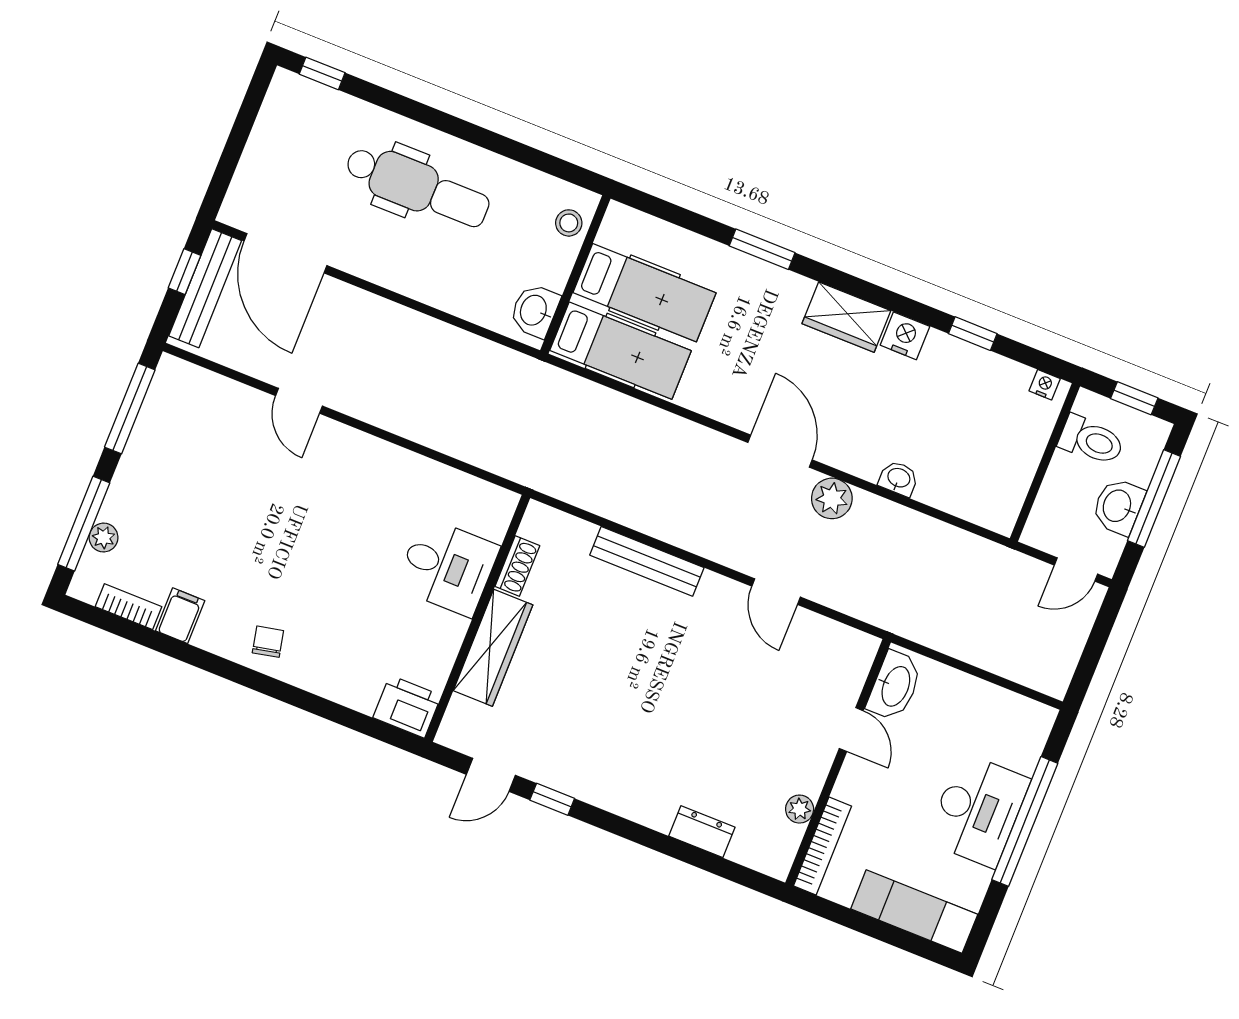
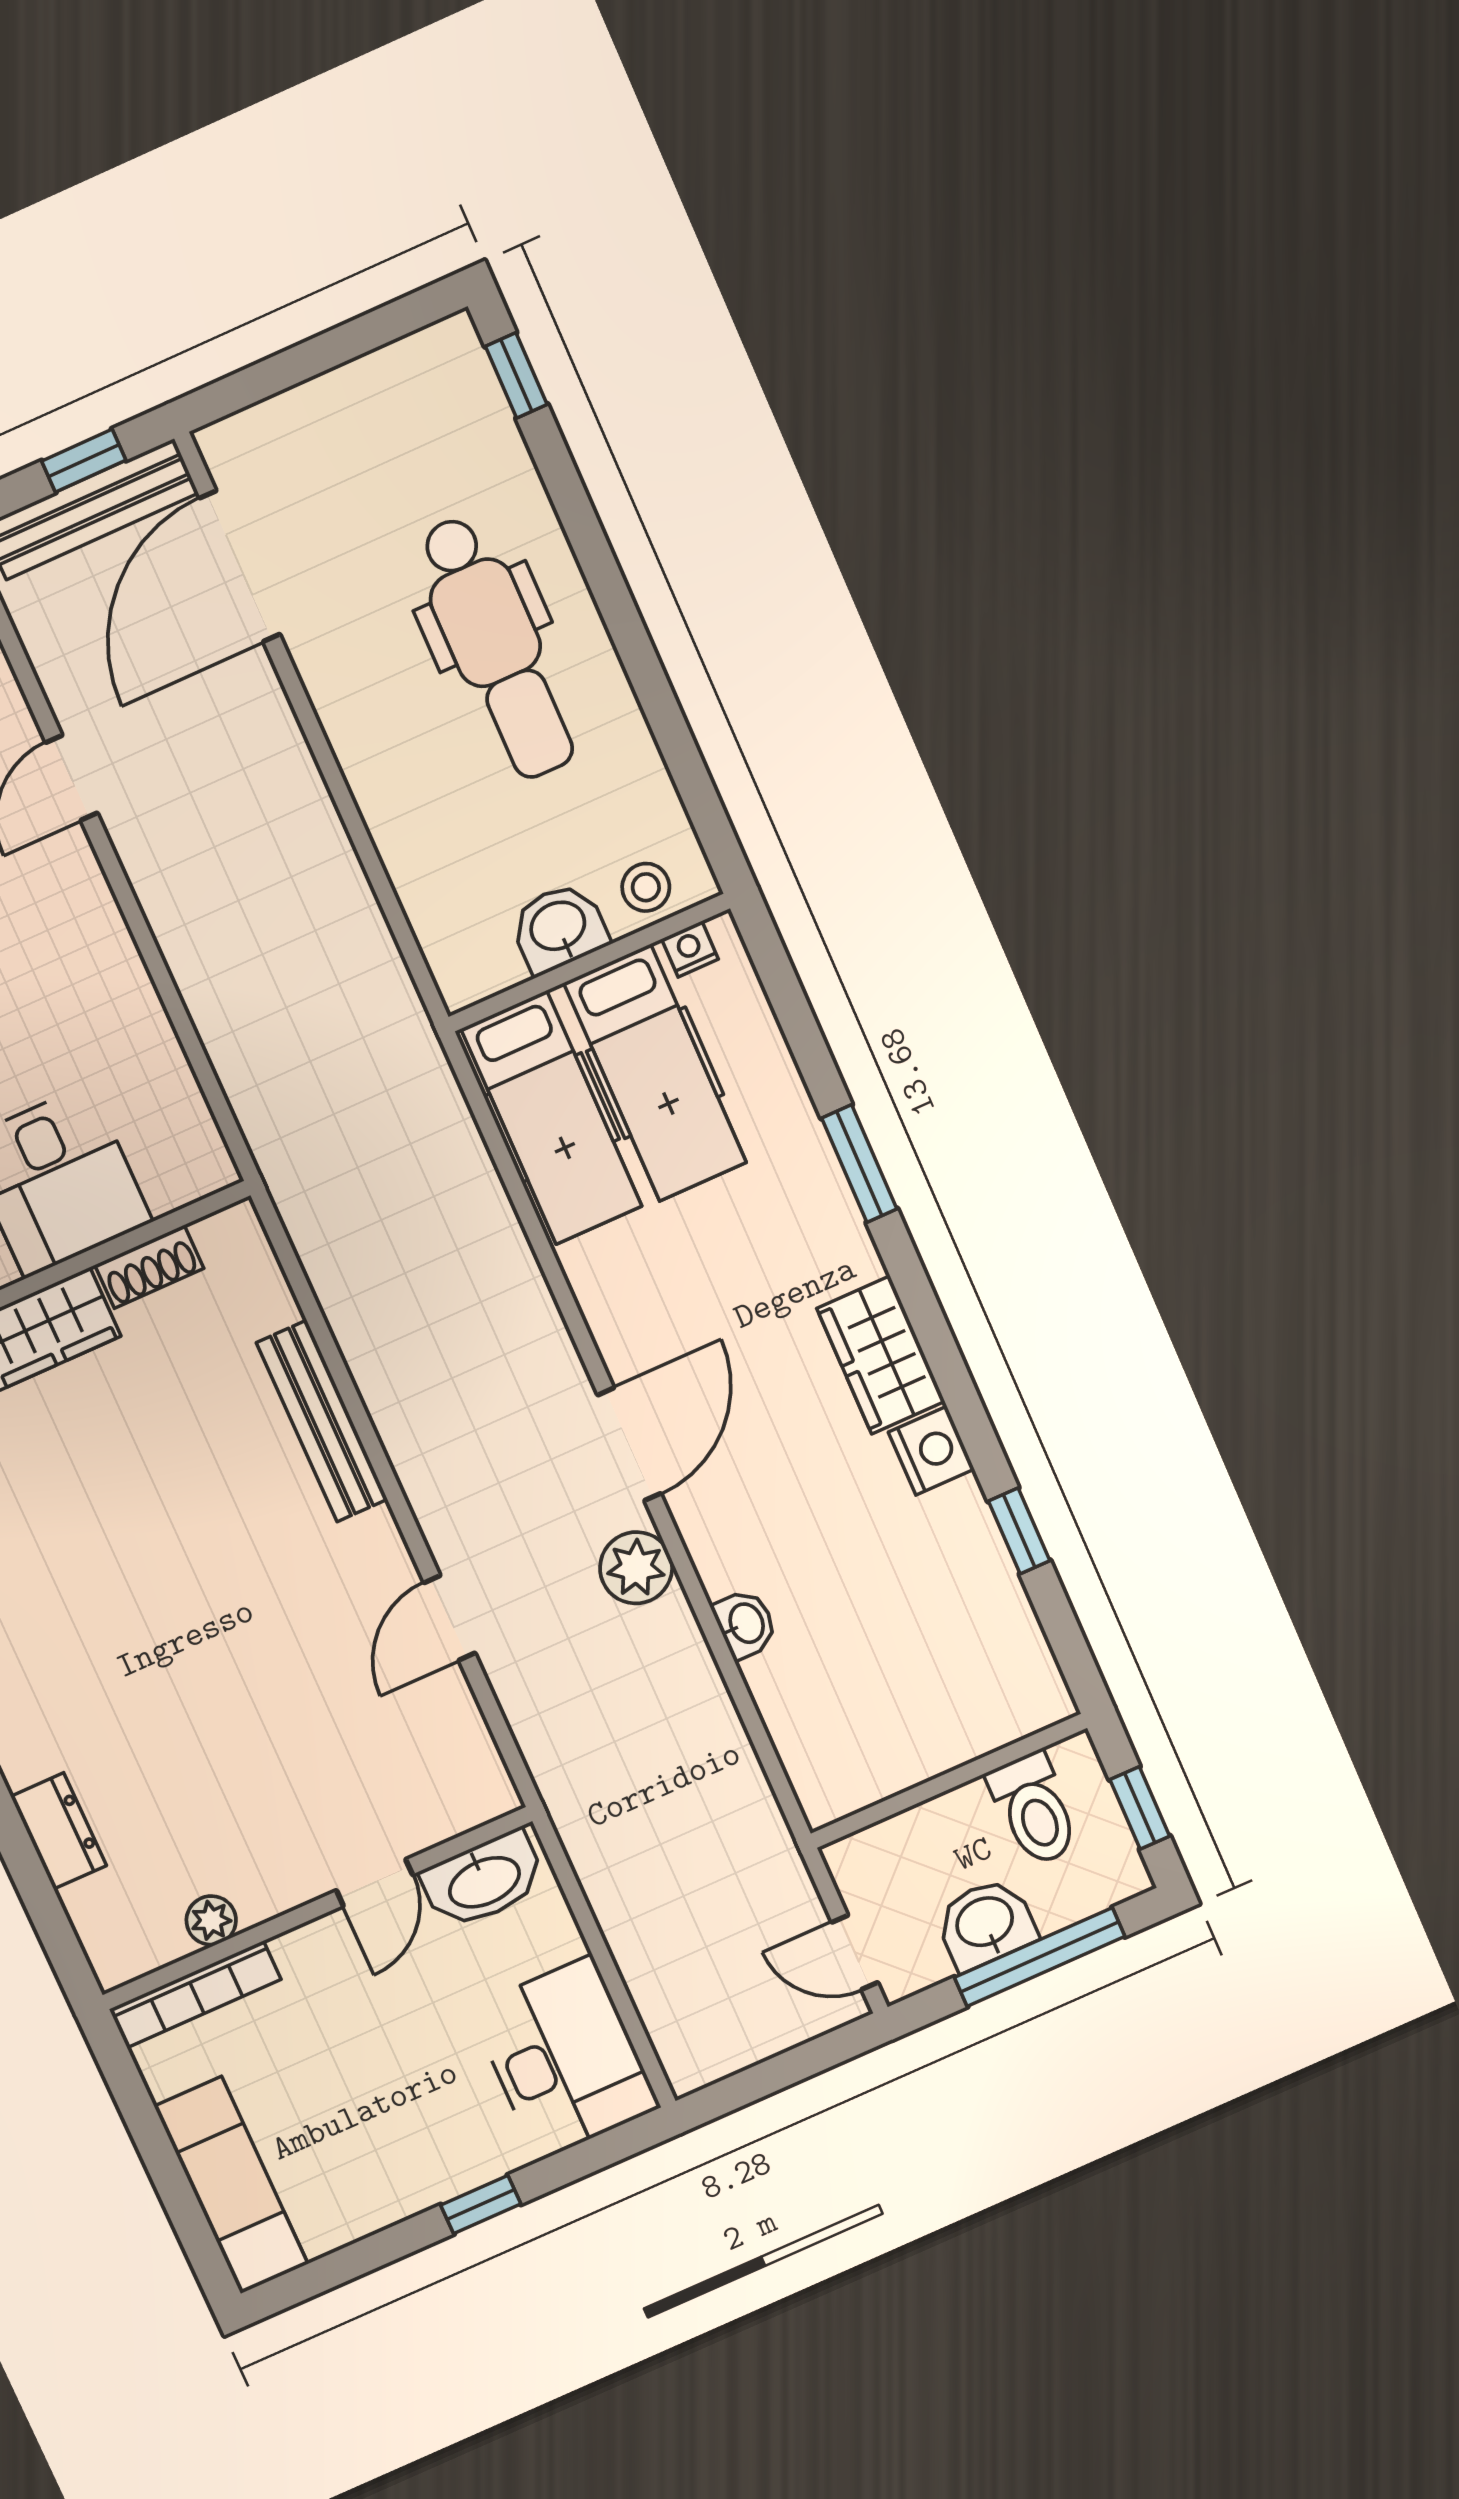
washbasin: (534, 311) -> (559, 928), moved
nightstand: (1045, 385) -> (690, 949), moved, turned -90
desk: (978, 810) -> (565, 2058), moved, turned -90
window: (1025, 821) -> (481, 2205), width x0.32

